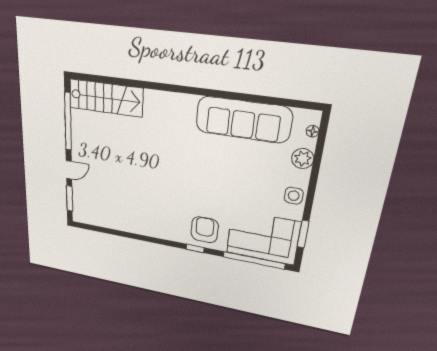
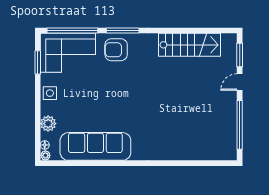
stairs: (106, 98) -> (189, 45), moved, turned 180
plant: (314, 117) -> (45, 155), added
armchair: (205, 230) -> (116, 50), turned 90
window: (195, 248) -> (123, 30), width x2.17

